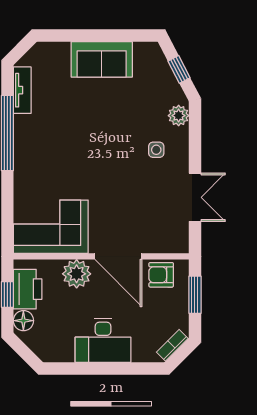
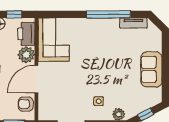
armchair: (161, 275) -> (26, 104), turned -90
printer: (28, 289) -> (26, 34), moved, turned 90

